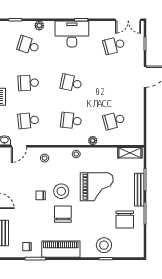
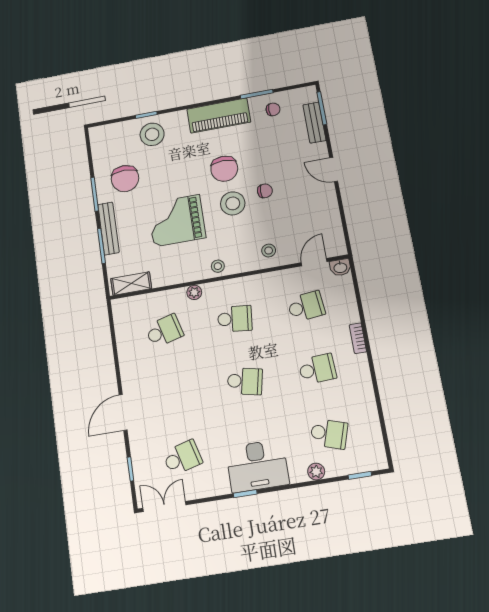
chair: (125, 220) -> (125, 179), turned 180

